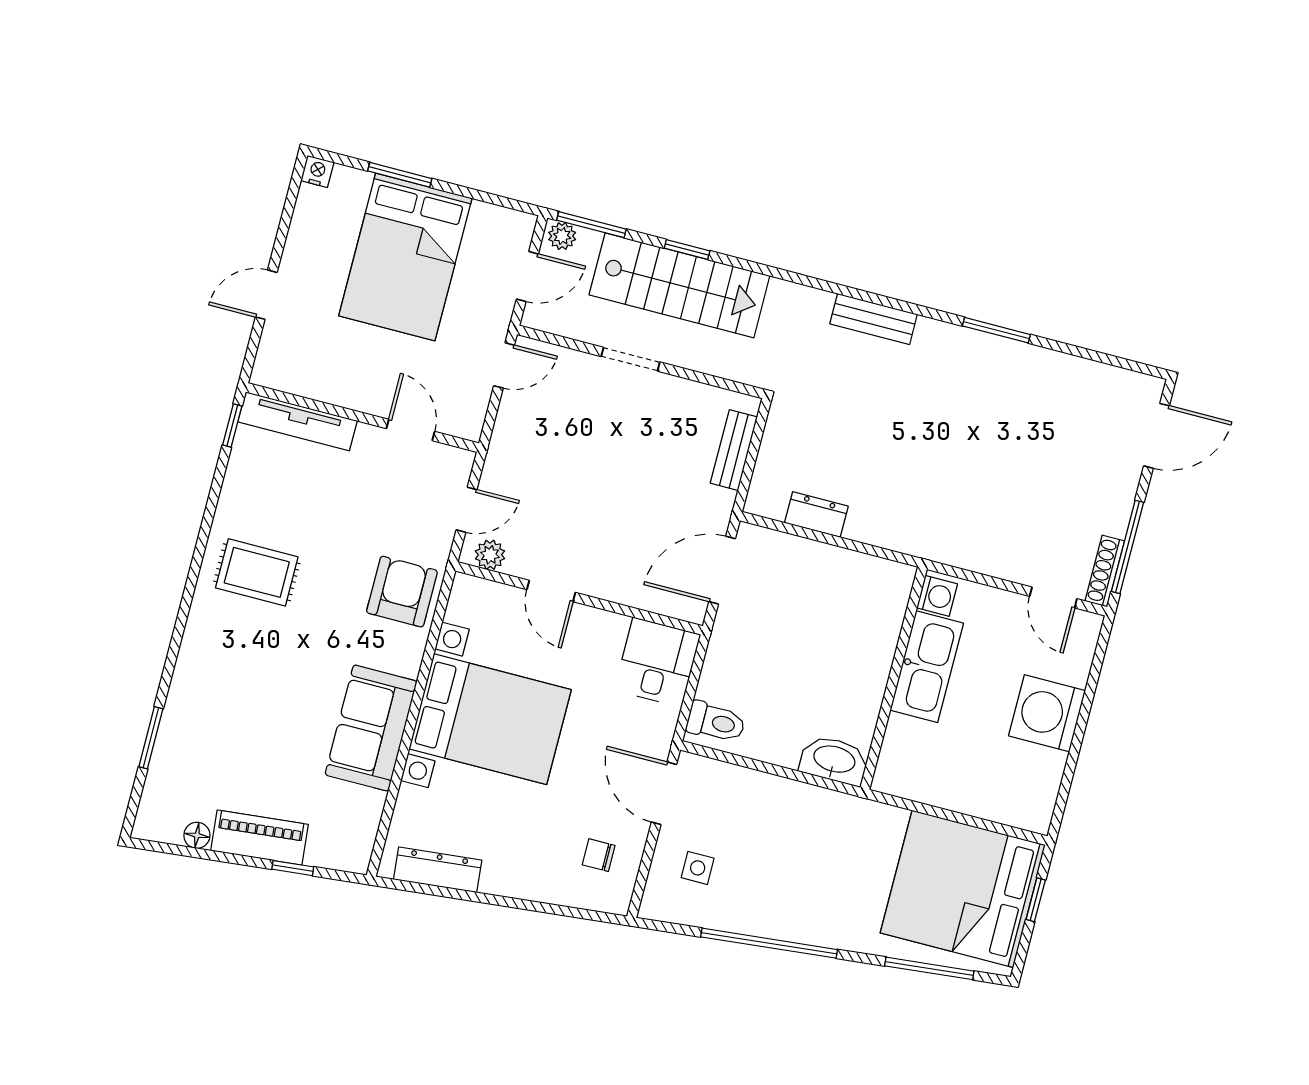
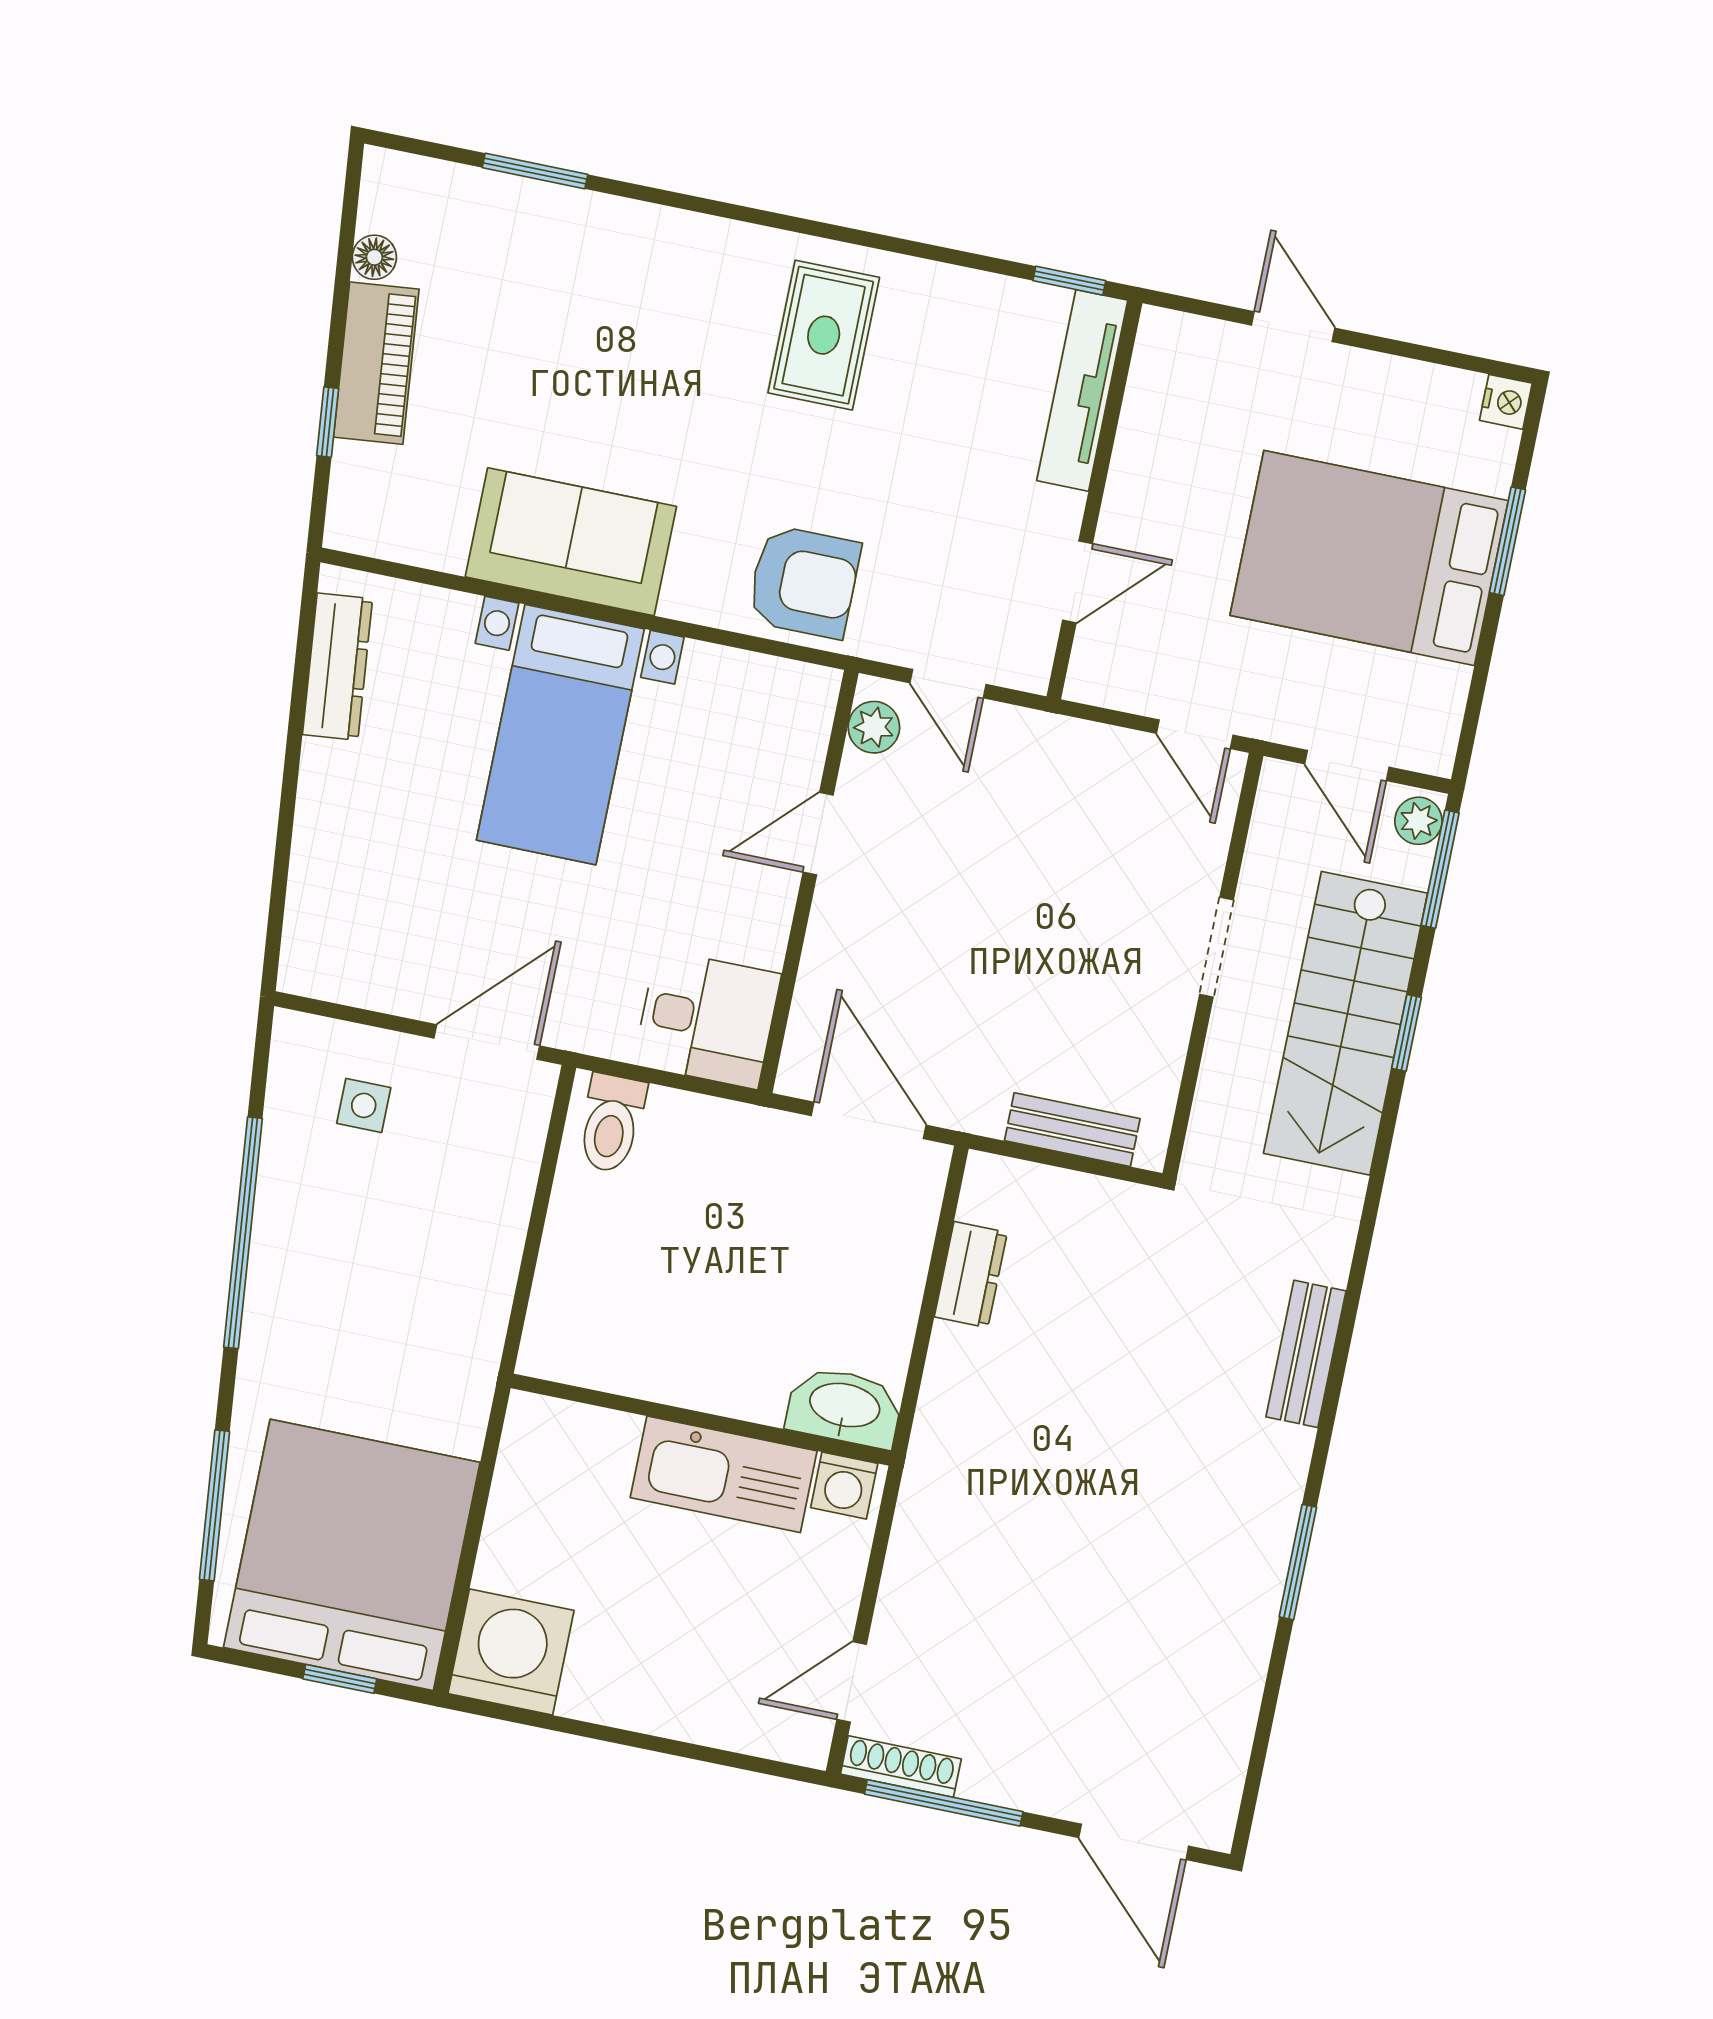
washing machine: (1047, 713) -> (511, 1652), moved
bed with nightstands: (490, 719) -> (560, 735), width x0.73
washbasin: (834, 760) -> (844, 1407), moved, turned -90
chair: (599, 855) -> (377, 937), removed

